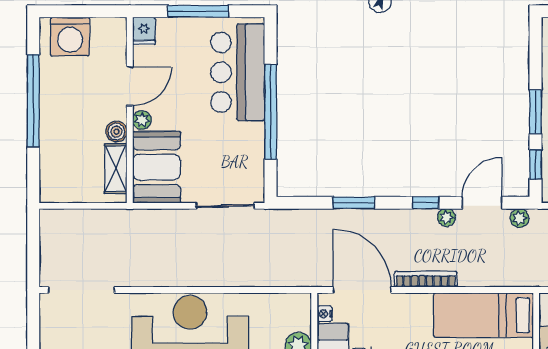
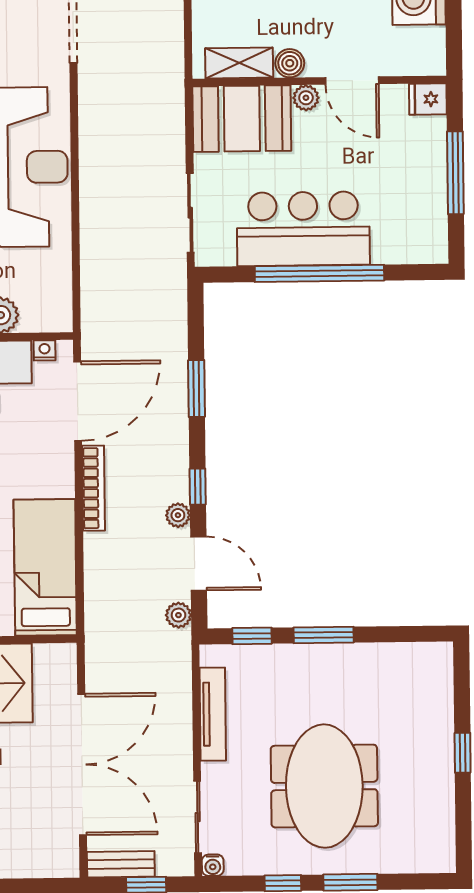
bar counter: (238, 72) -> (303, 229), moved

